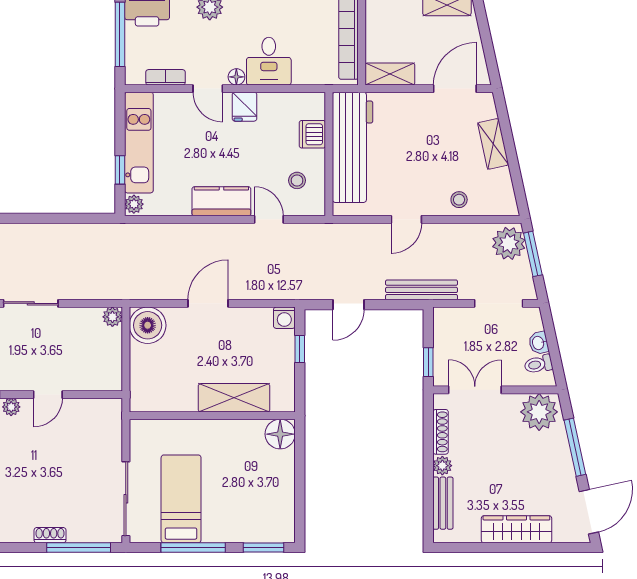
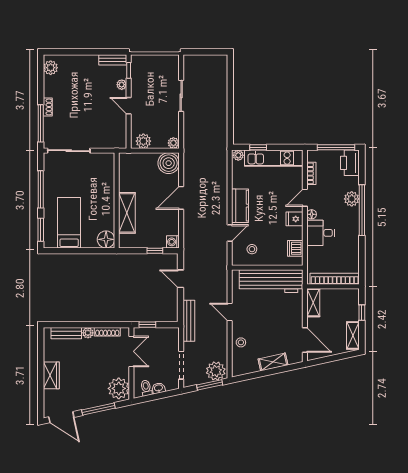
dishwasher: (312, 134) -> (295, 248), moved, turned -90
door: (208, 303) -> (181, 198), swing flipped
plant: (109, 369) -> (143, 141), added
bed: (181, 499) -> (69, 223), moved, turned -90
wardrobe: (516, 529) -> (51, 375), width x0.67

